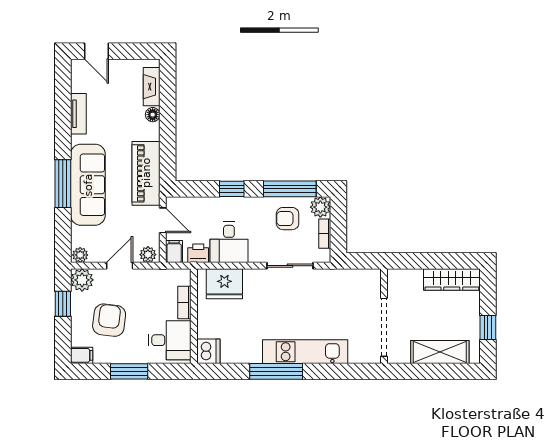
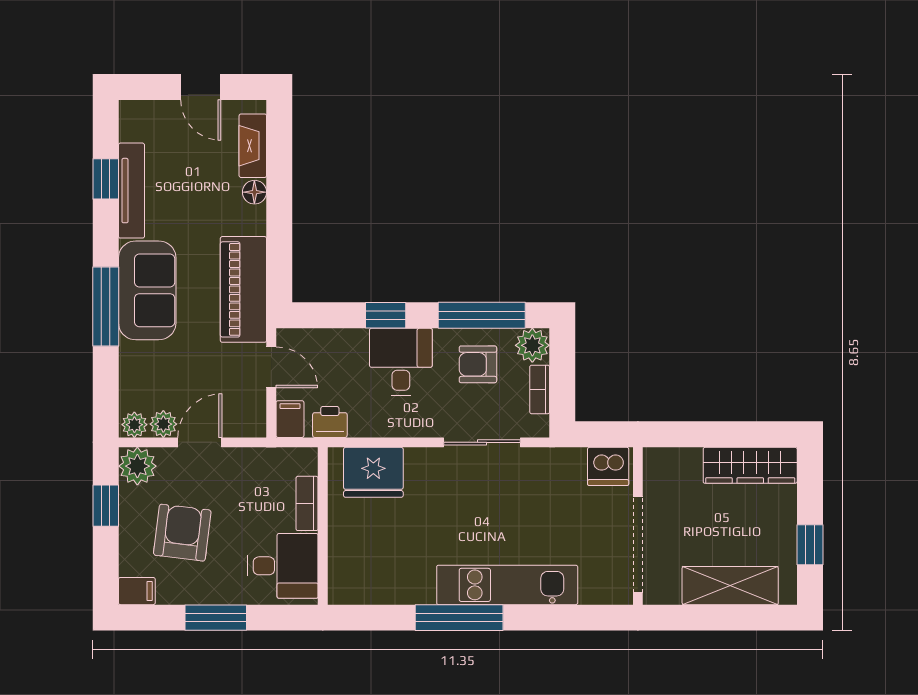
door: (96, 51) -> (201, 87), moved
window: (63, 107) -> (106, 179), added
tv unit: (78, 114) -> (131, 191), width x1.41
sofa: (88, 185) -> (147, 290), width x0.73
desk: (229, 242) -> (401, 362), moved, turned 180
plant: (148, 255) -> (163, 424), moved
dishwasher: (208, 351) -> (608, 466), moved, turned 90

